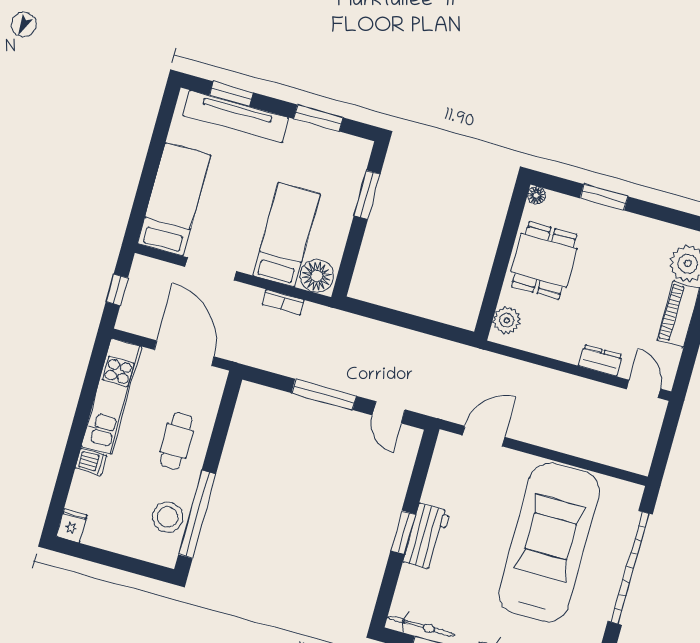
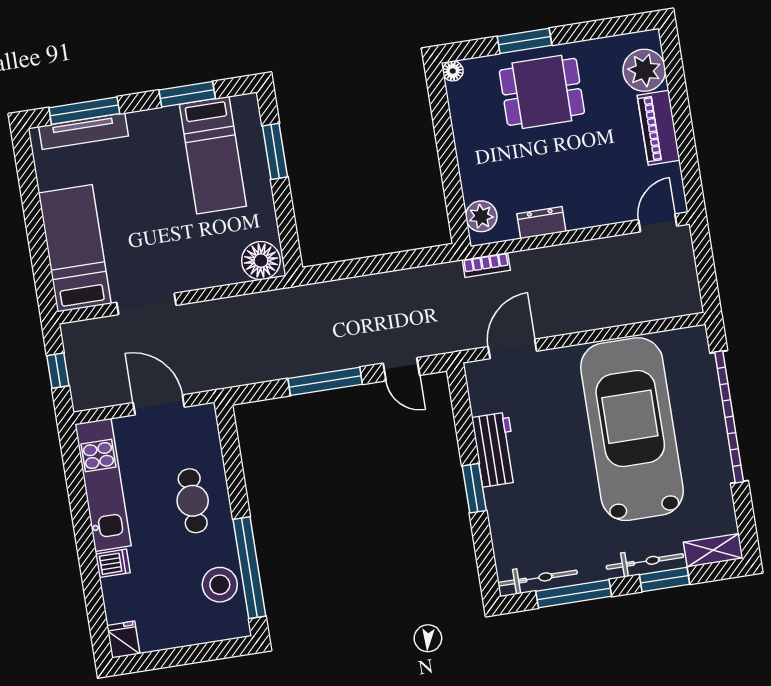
window: (231, 94) -> (84, 111), width x1.44
tv unit: (236, 116) -> (84, 131), width x0.73, depth x0.78
bed: (286, 235) -> (213, 155), moved, turned 180
dining table: (544, 260) -> (542, 92), moved, turned 90
bookcase: (283, 302) -> (486, 265), moved
door: (184, 353) -> (159, 405), width x0.73
dresser: (600, 360) -> (541, 223), moved
door: (644, 389) -> (658, 223), hinge flipped
workbench: (426, 536) -> (495, 450), moved

